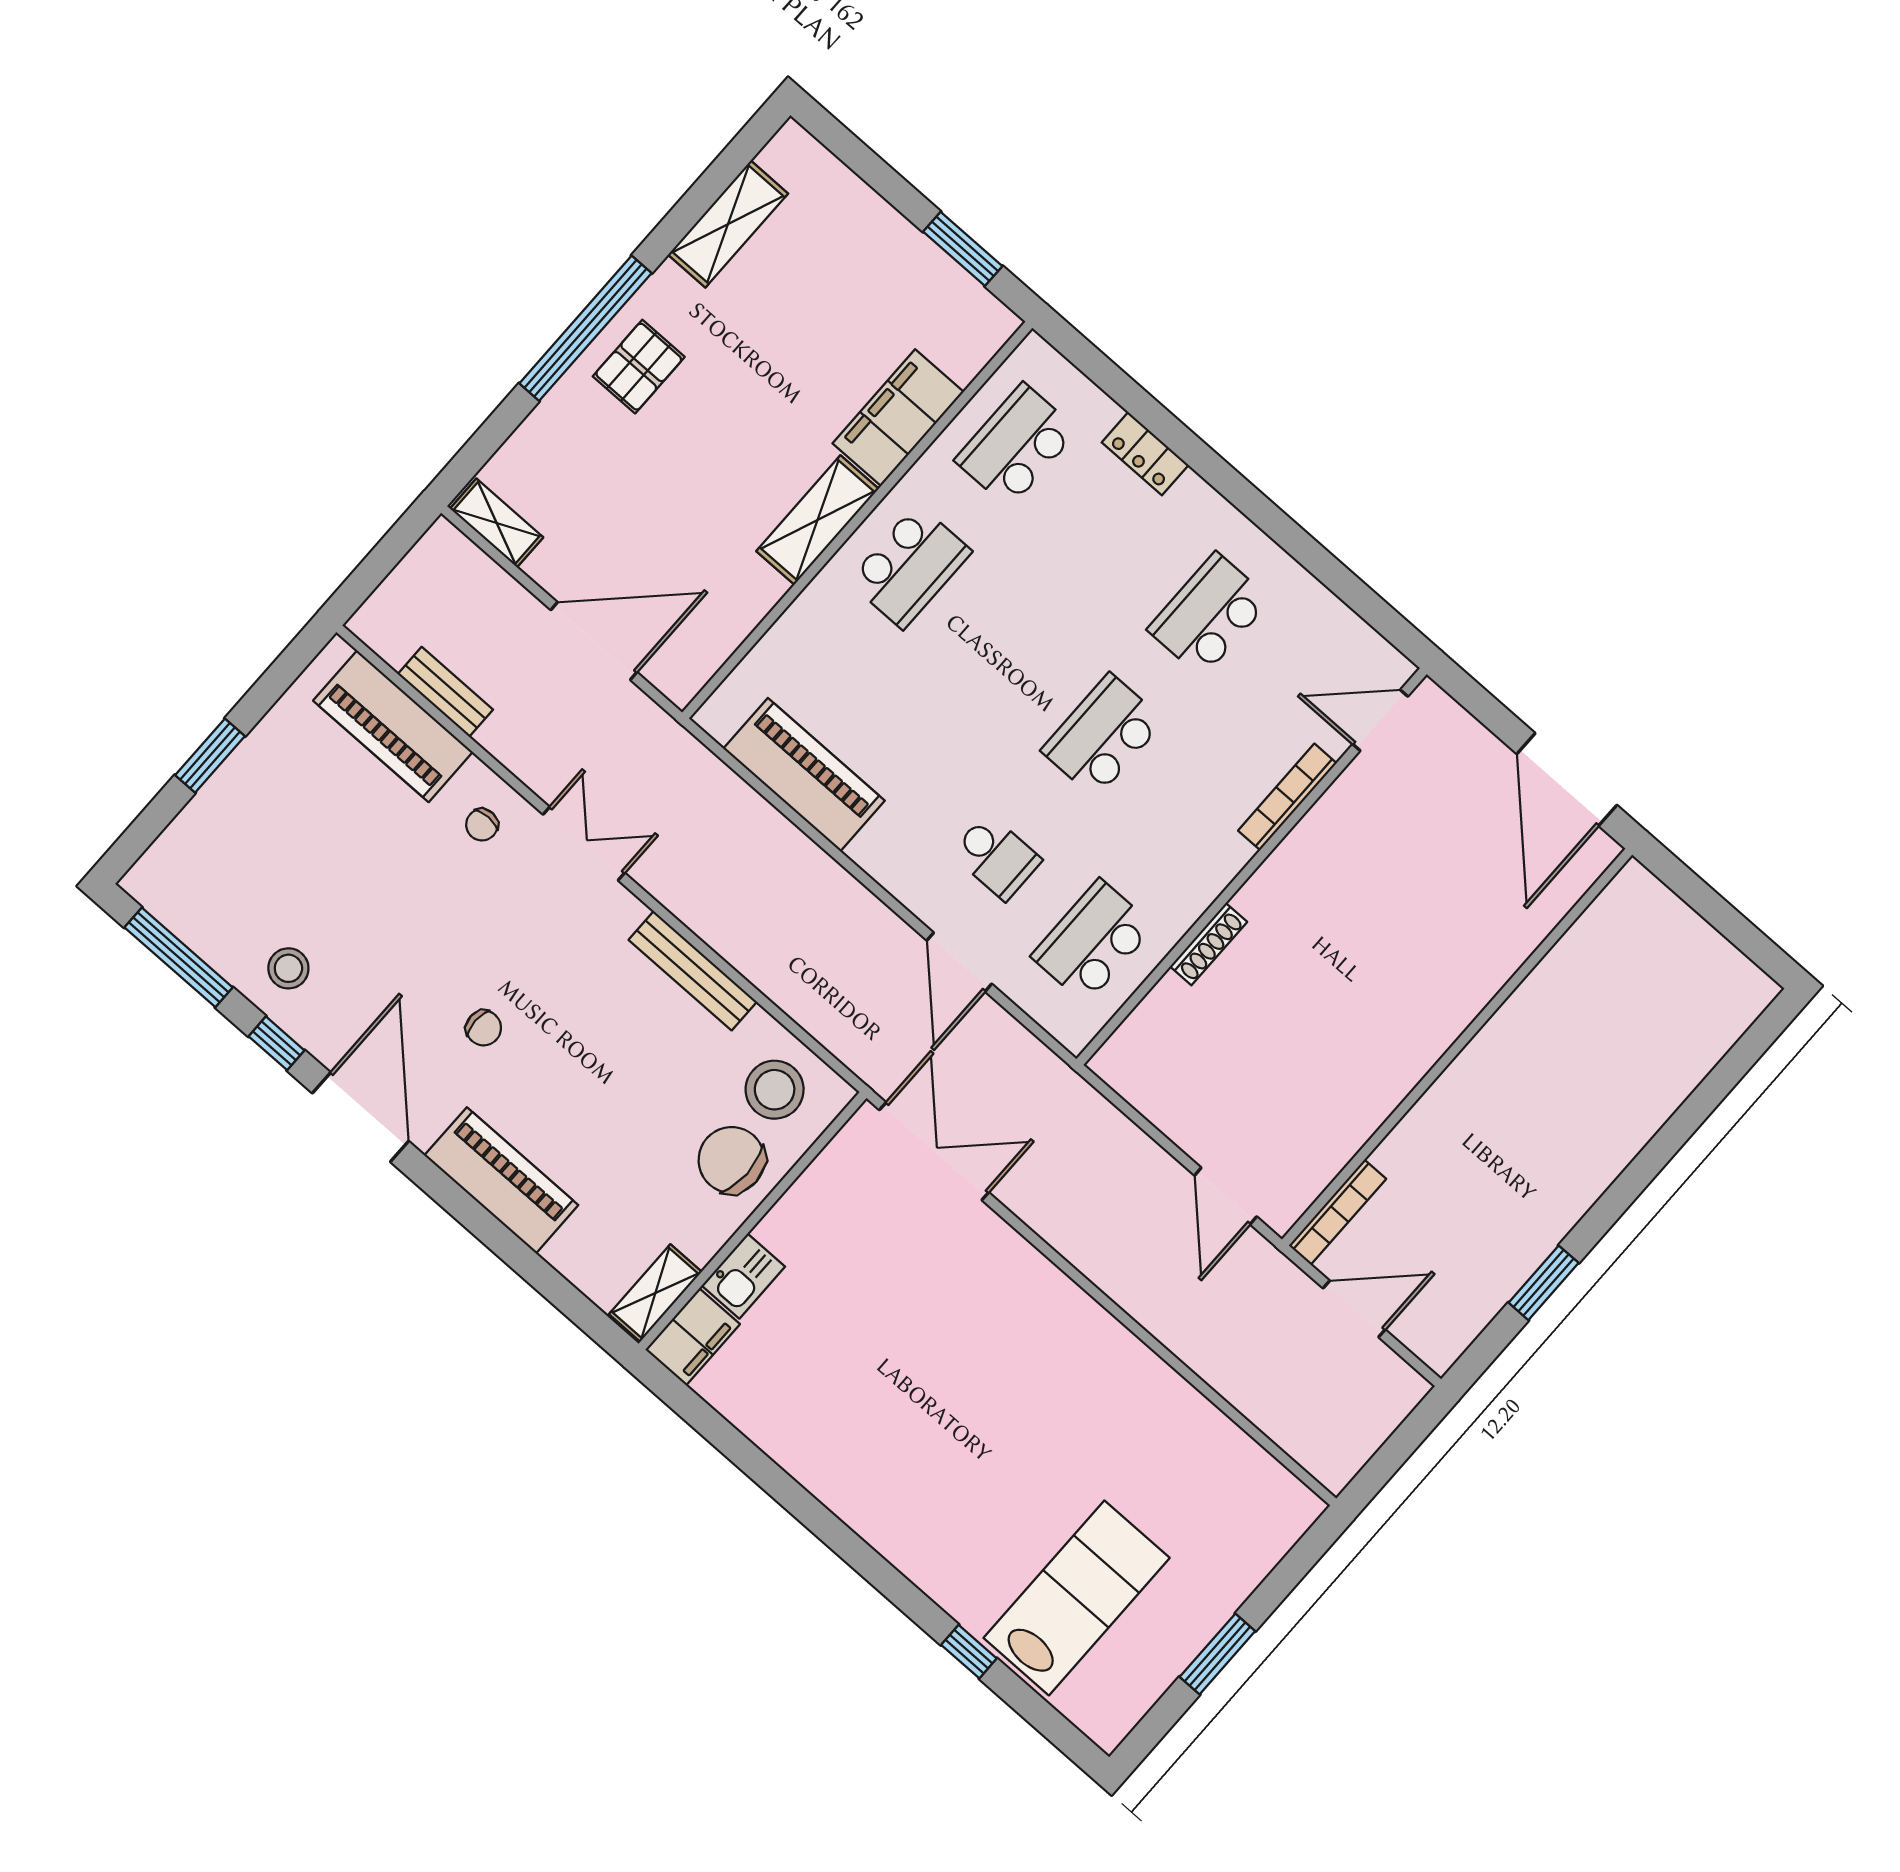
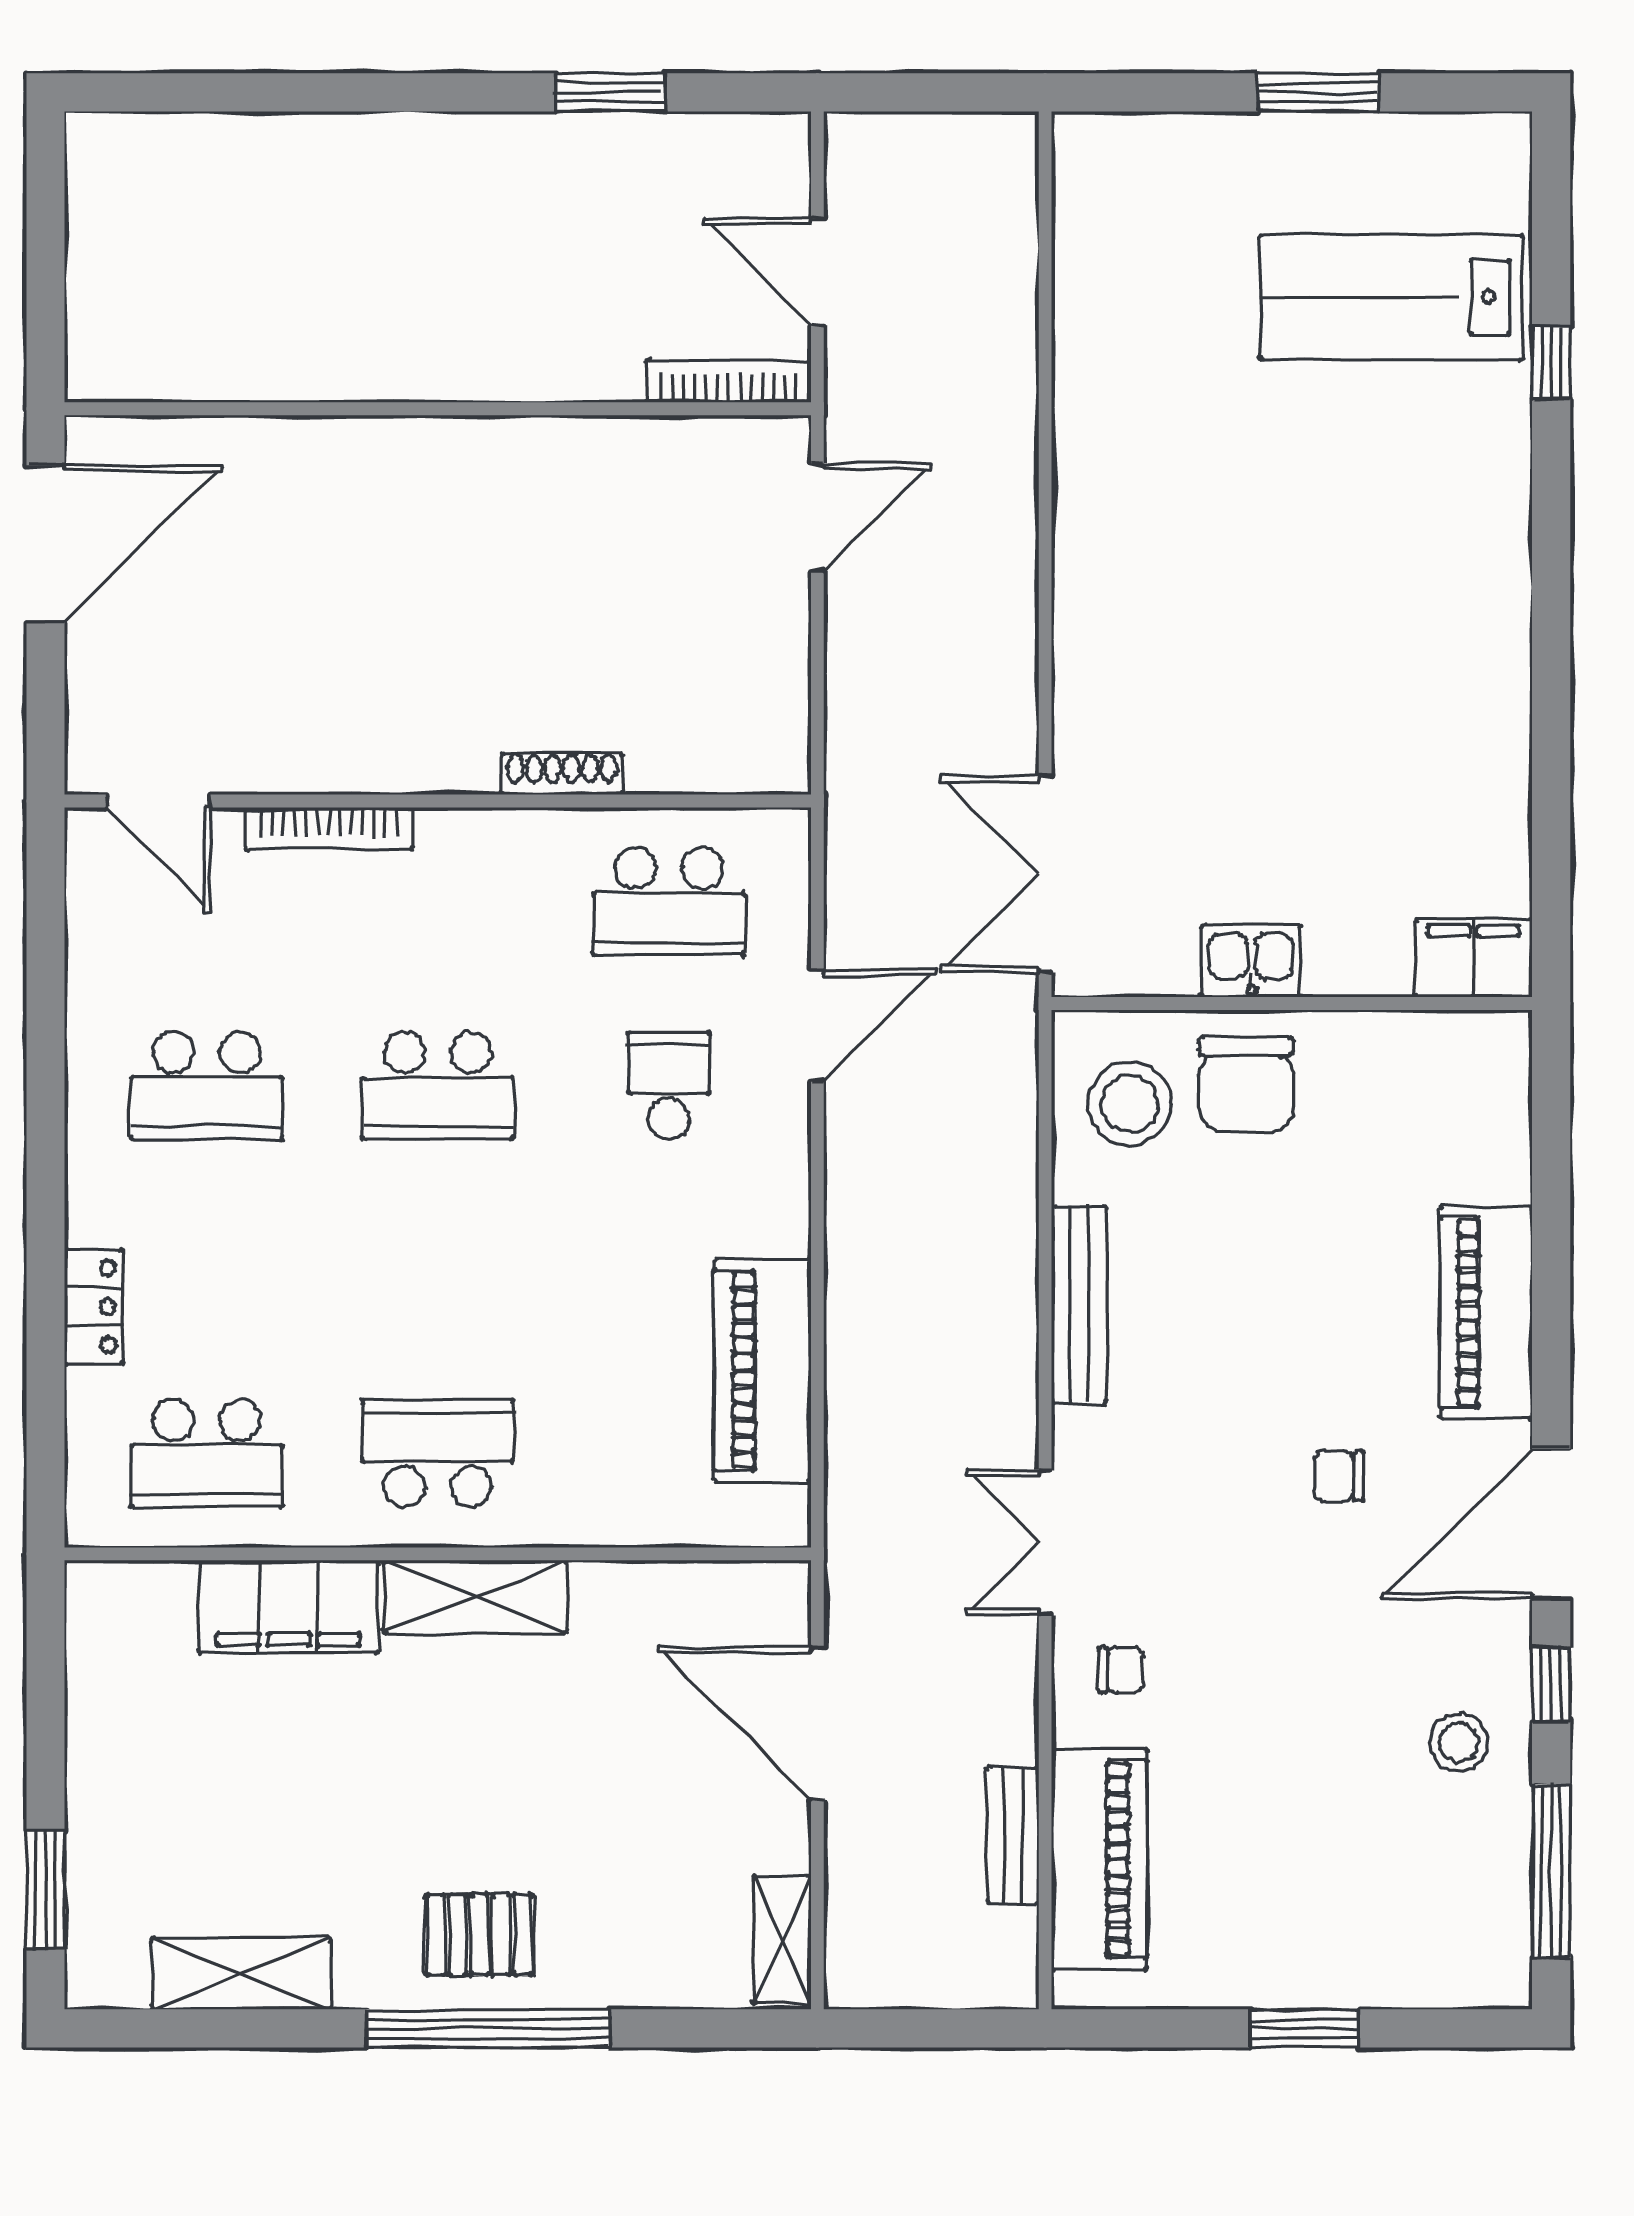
window: (963, 249) -> (45, 1890), moved
chair: (484, 1028) -> (1339, 1476), turned -90
kitchen sink: (743, 1276) -> (1251, 961), moved
shelving: (655, 1293) -> (1462, 1040), removed

